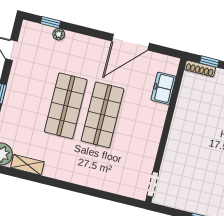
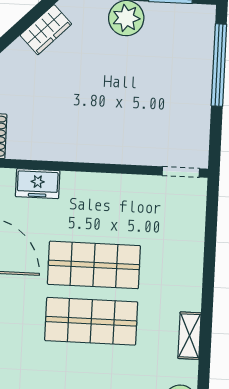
shelving: (27, 165) -> (189, 336), moved

